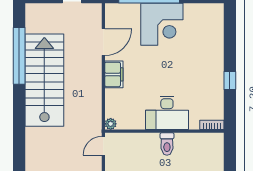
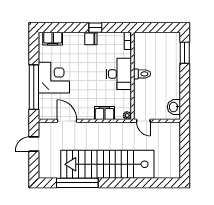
filing cabinet: (215, 23) -> (53, 39), added
filing cabinet: (114, 74) -> (104, 113), moved
chair: (214, 74) -> (91, 39), added
stairs: (44, 80) -> (107, 164), width x1.36

